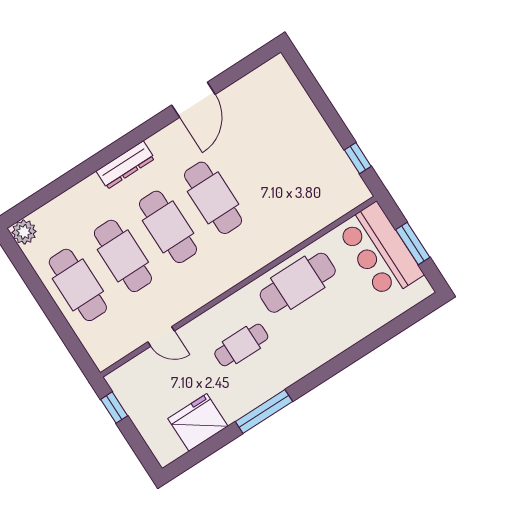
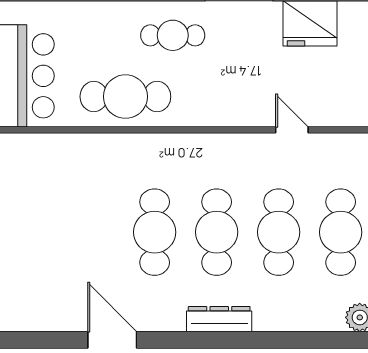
door: (193, 100) -> (112, 340), hinge flipped
cafe table: (241, 345) -> (173, 35), moved

